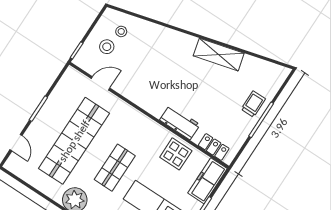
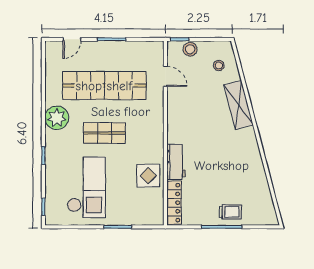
stool: (107, 47) -> (190, 49), moved
shelving: (219, 55) -> (238, 105), moved
locker: (214, 147) -> (174, 203), width x1.53
freezer: (207, 181) -> (143, 216), removed

